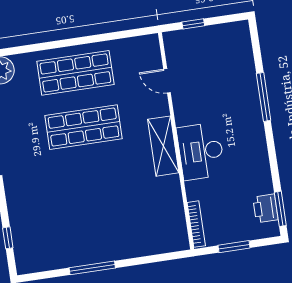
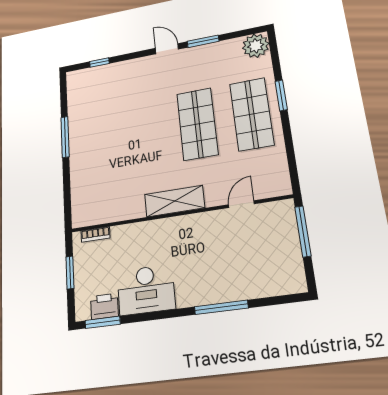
window: (193, 24) -> (303, 231), width x2.17
window: (57, 44) -> (281, 95), added
desk: (201, 151) -> (146, 290), moved, turned 180
bookcase: (196, 224) -> (95, 234), width x0.64

